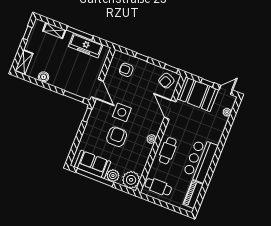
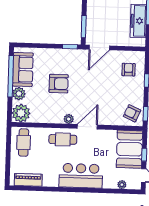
door: (170, 110) -> (87, 127), moved
side table: (122, 112) -> (85, 80), removed
bar counter: (200, 160) -> (81, 176), moved

